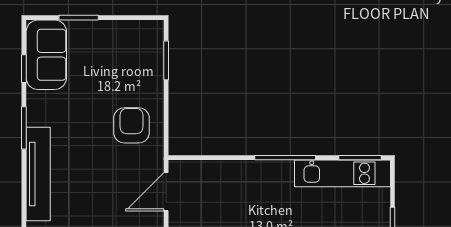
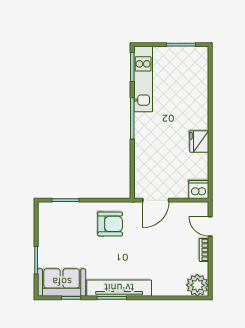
armchair: (132, 125) -> (110, 224), turned 180
tv unit: (38, 174) -> (119, 288), moved
door: (166, 192) -> (156, 200), hinge flipped

